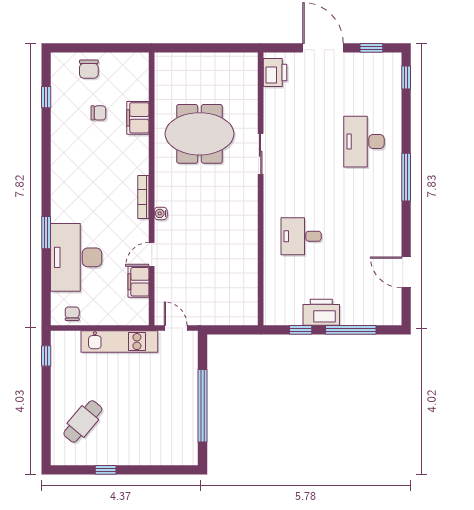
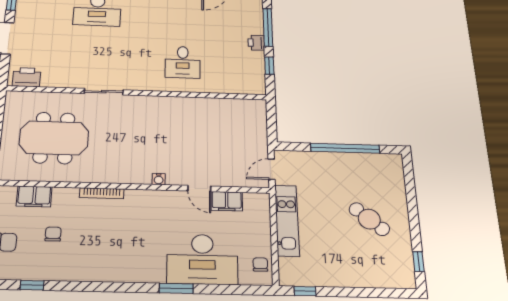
filing cabinet: (138, 118) -> (34, 196), moved
meeting table: (199, 134) -> (54, 138), moved, turned 90
bookcase: (143, 197) -> (102, 193), moved
printer: (321, 312) -> (256, 43), width x0.53, depth x0.68
chair: (72, 314) -> (260, 264), turned 90
cafe table: (83, 421) -> (369, 219), moved
window: (106, 470) -> (418, 262), moved

